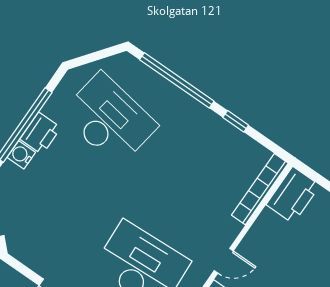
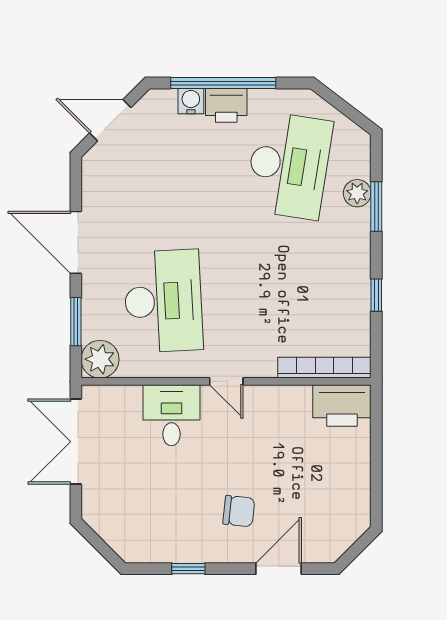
window: (177, 80) -> (376, 206), width x0.47
plant: (159, 87) -> (357, 193), added

